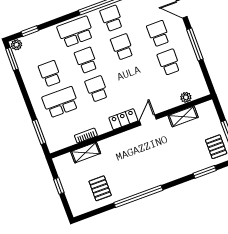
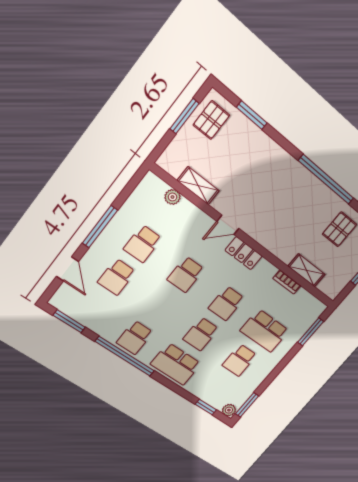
school desk: (122, 47) -> (186, 274), moved

